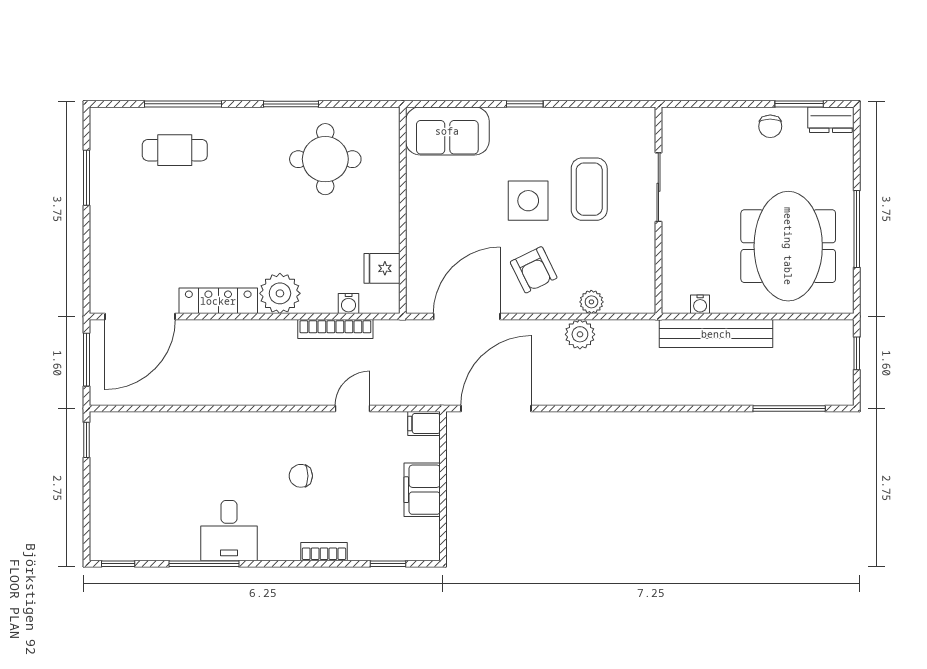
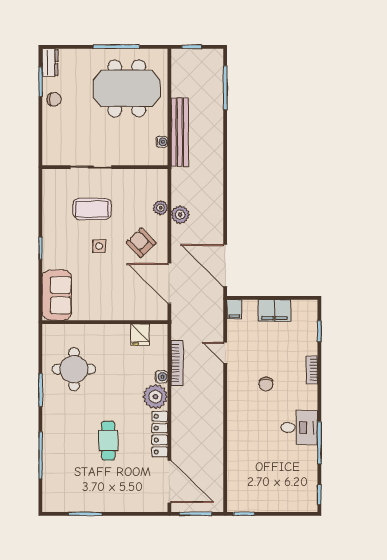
cafe table: (175, 150) -> (108, 441), moved
side table: (528, 201) -> (99, 246), width x0.54, depth x0.54
armchair: (534, 270) -> (141, 243), turned -108
water cooler: (349, 304) -> (162, 377), moved

